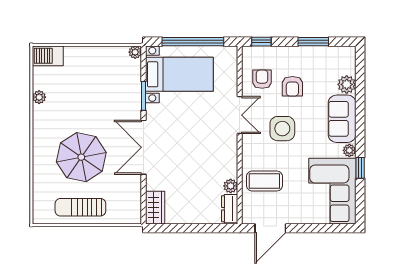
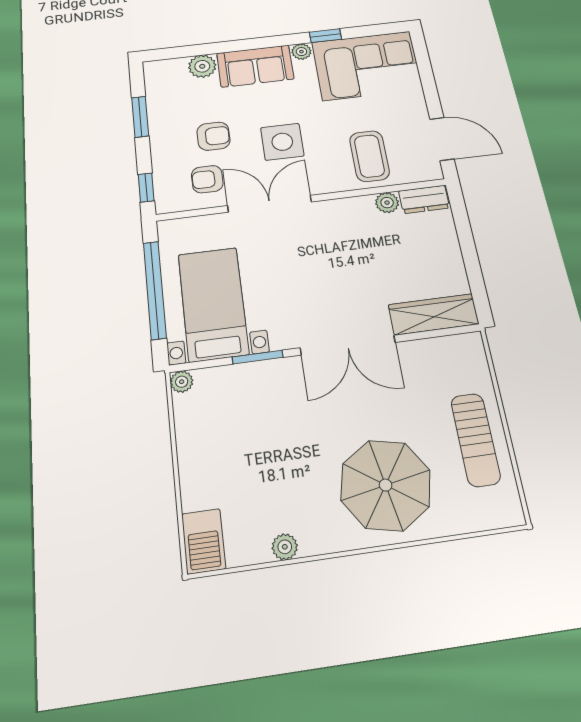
double door: (240, 115) -> (270, 204), width x1.37
parasol: (81, 157) -> (386, 485), moved
wardrobe: (155, 208) -> (434, 314), width x1.50

